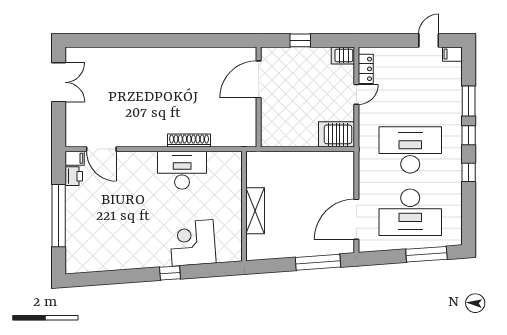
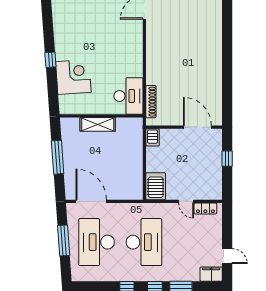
filing cabinet: (452, 54) -> (211, 274), width x2.00
server rack: (343, 56) -> (153, 137), moved, turned 180
shoe rack: (189, 141) -> (151, 102), moved
desk: (182, 170) -> (128, 96), moved
window: (426, 254) -> (64, 240), moved
window: (318, 262) -> (58, 157), moved

